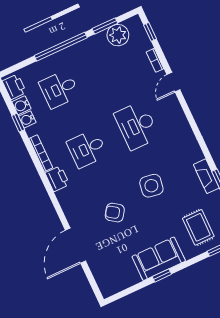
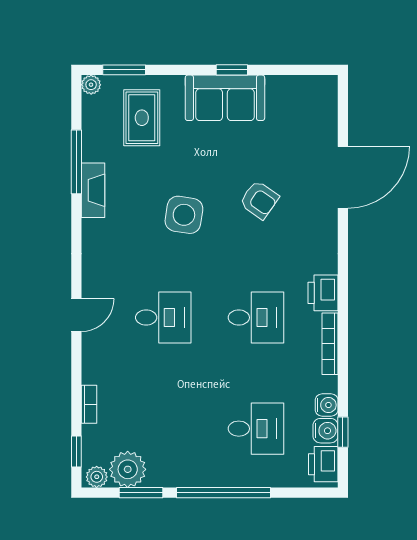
plant: (133, 23) -> (97, 477), added
door: (173, 82) -> (76, 315), moved
window: (18, 123) -> (343, 432), moved
desk: (137, 125) -> (163, 318), width x0.73

